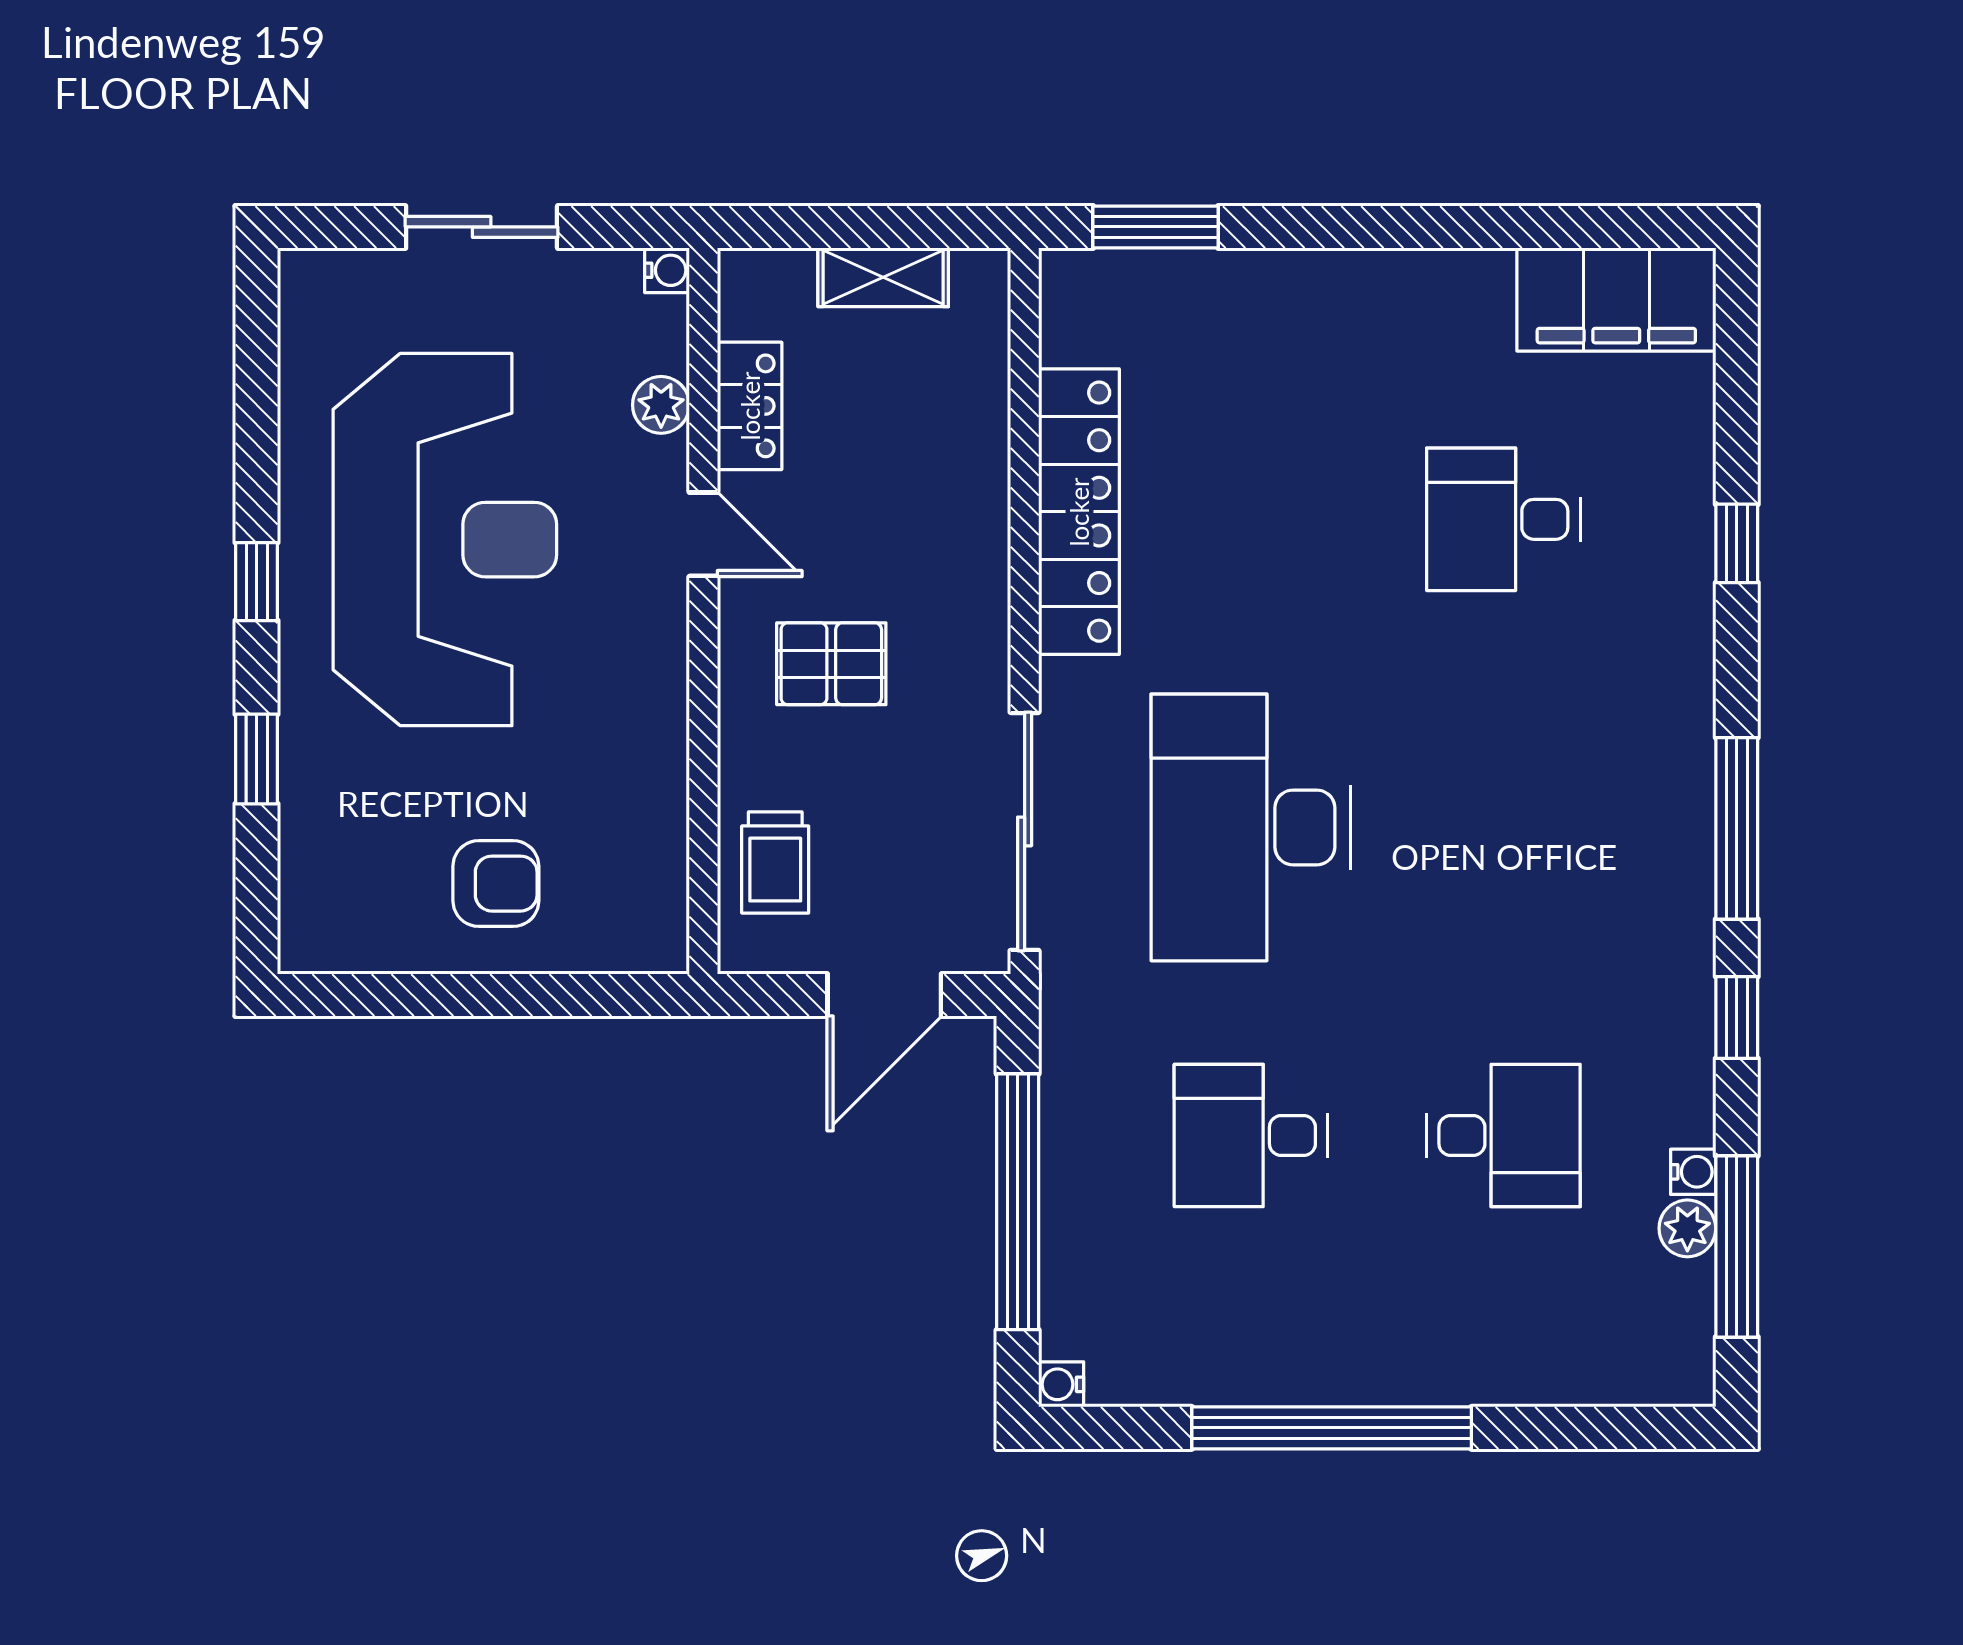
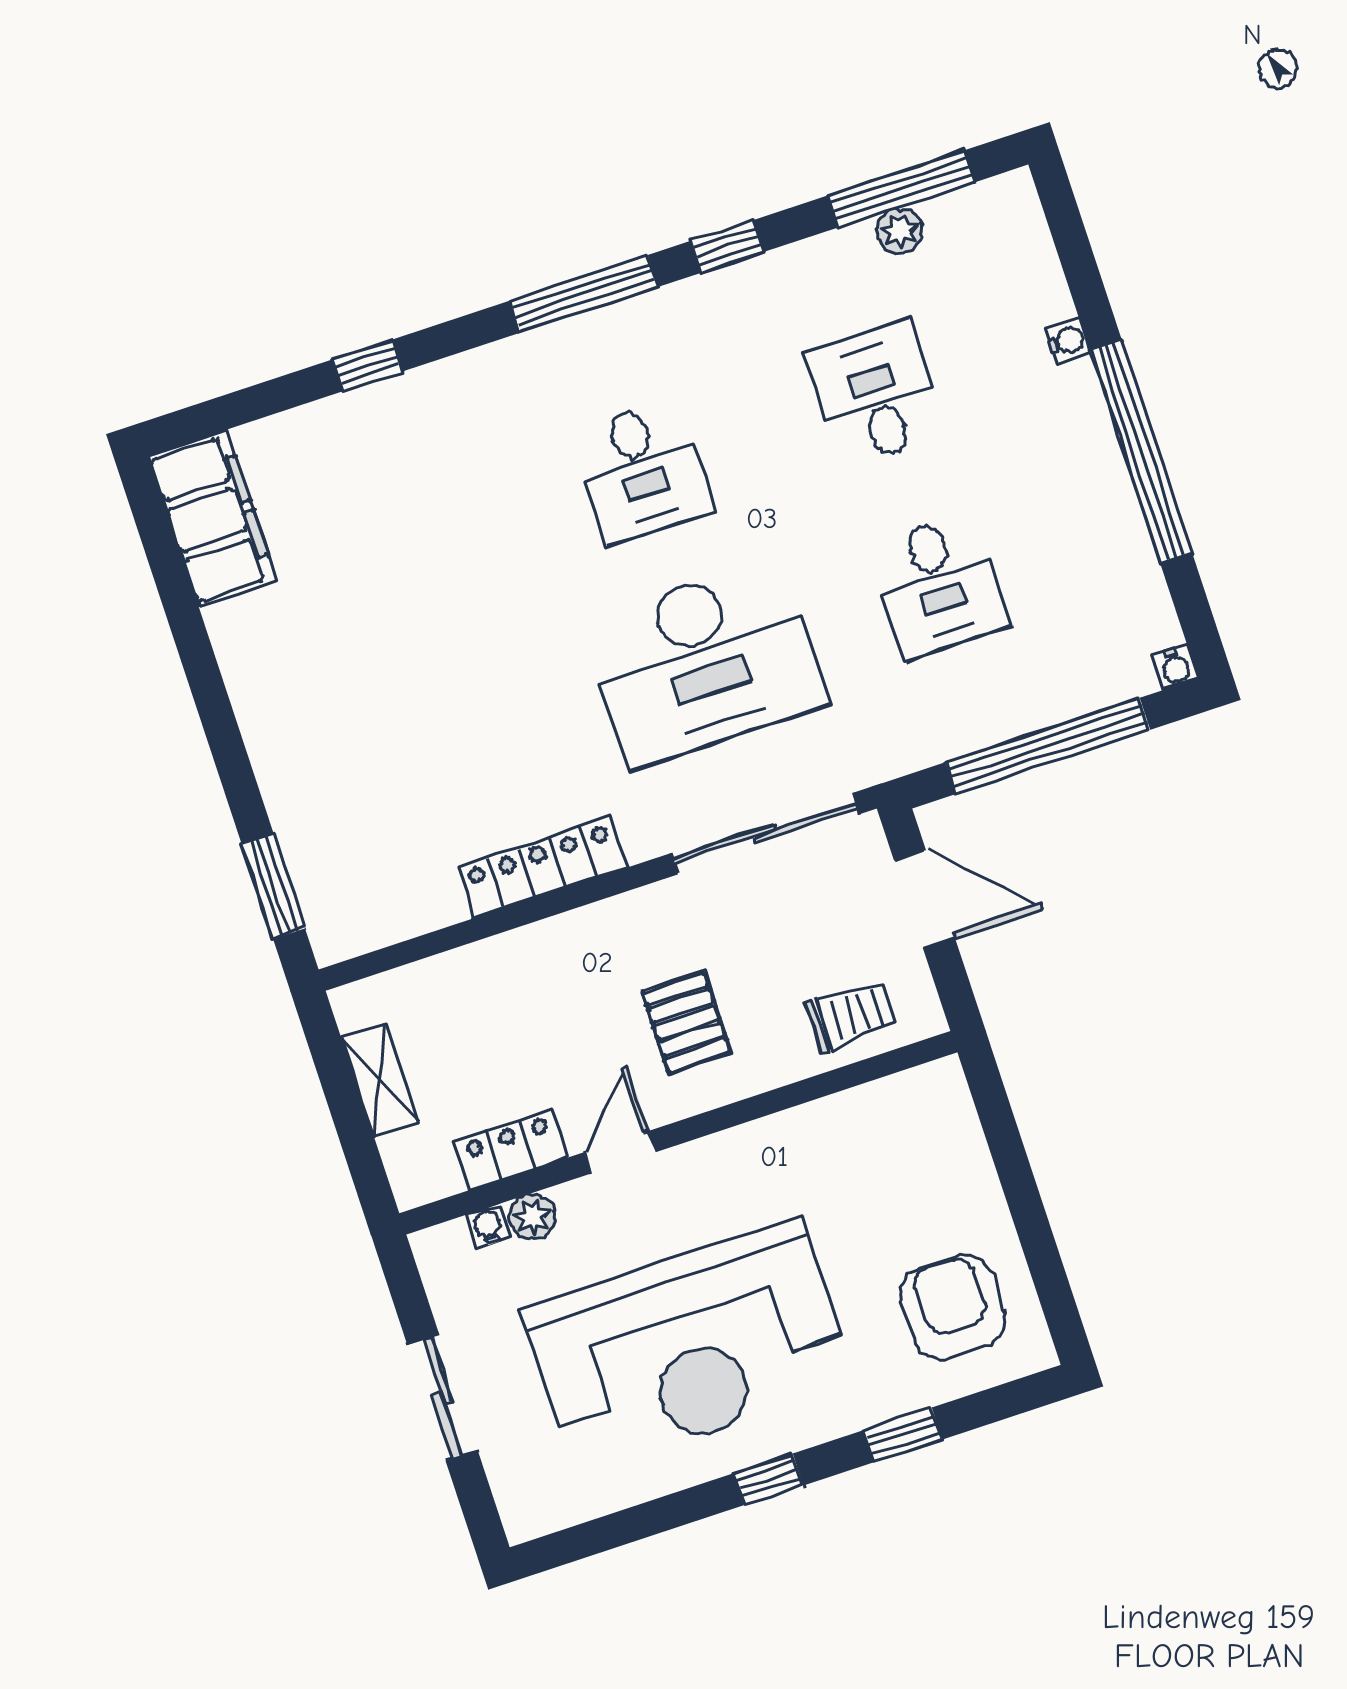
water cooler: (667, 270) -> (488, 1226), moved
locker: (1079, 512) -> (542, 867), width x0.71, depth x0.83
desk: (1503, 519) -> (642, 471), moved
reception desk: (445, 540) -> (689, 1347), turned 180
armchair: (496, 884) -> (953, 1307), moved, width x1.38, depth x1.38
water cooler: (1693, 1172) -> (1068, 341), moved, turned 90

